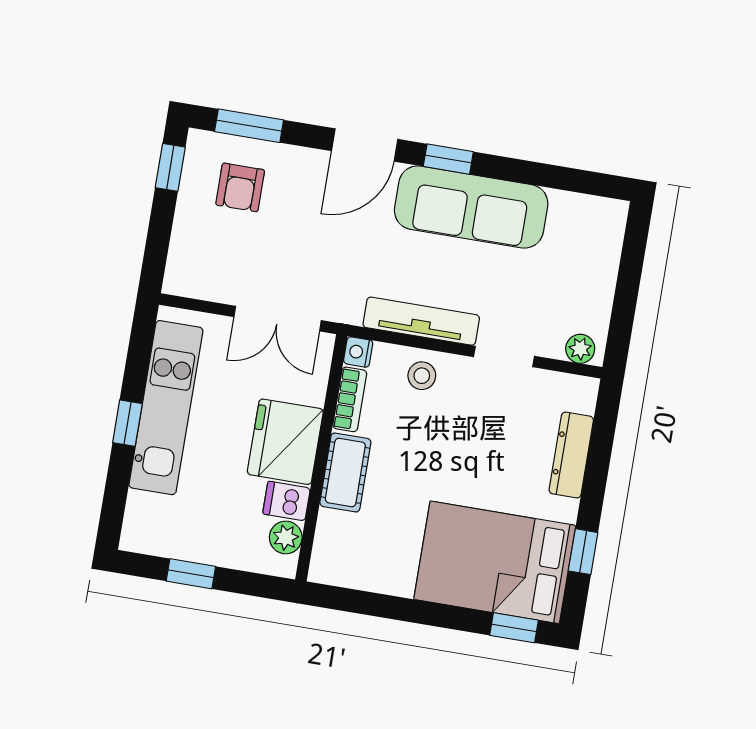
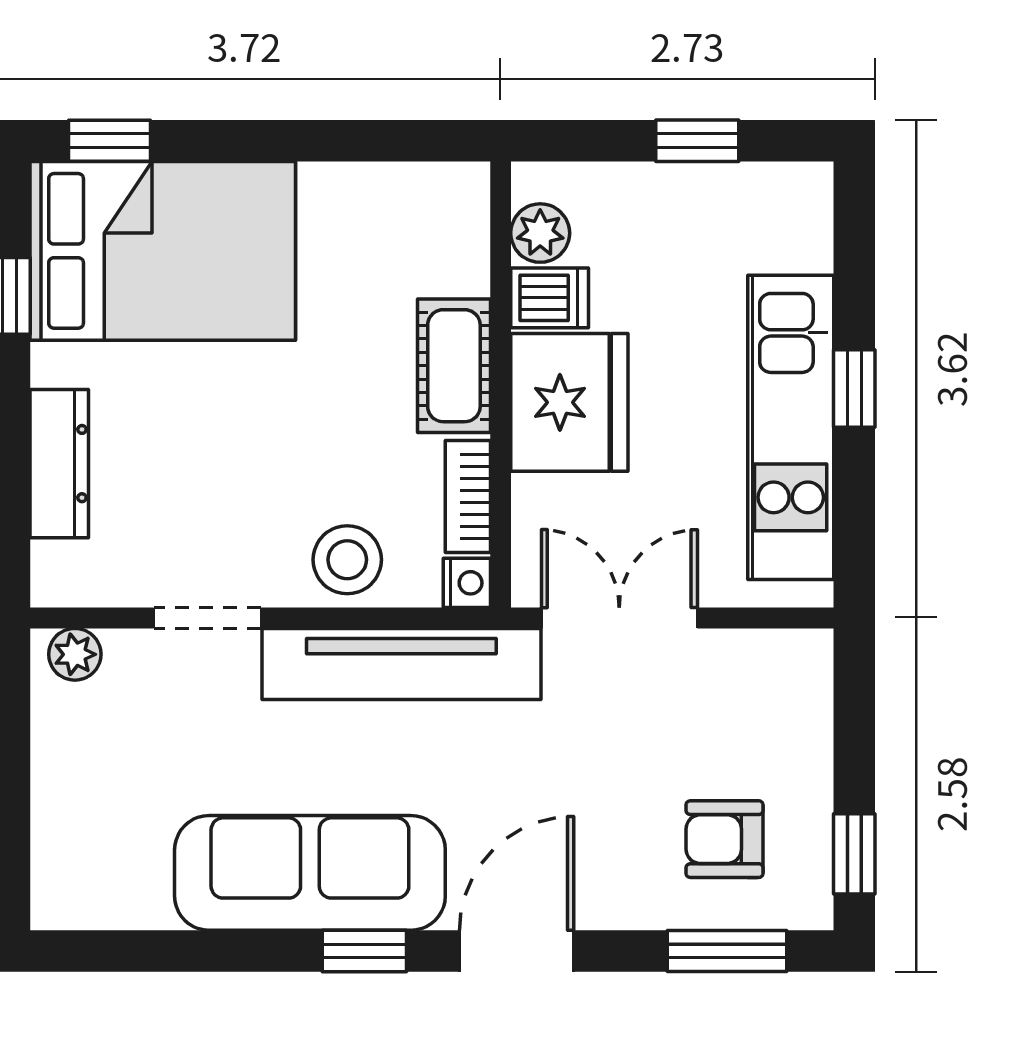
armchair: (240, 187) -> (725, 839), turned -90
tv unit: (421, 321) -> (401, 664), width x1.36, depth x1.29
stool: (422, 376) -> (347, 560), width x1.37, depth x1.37

